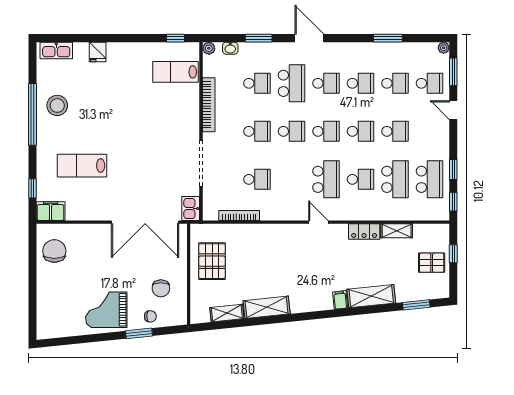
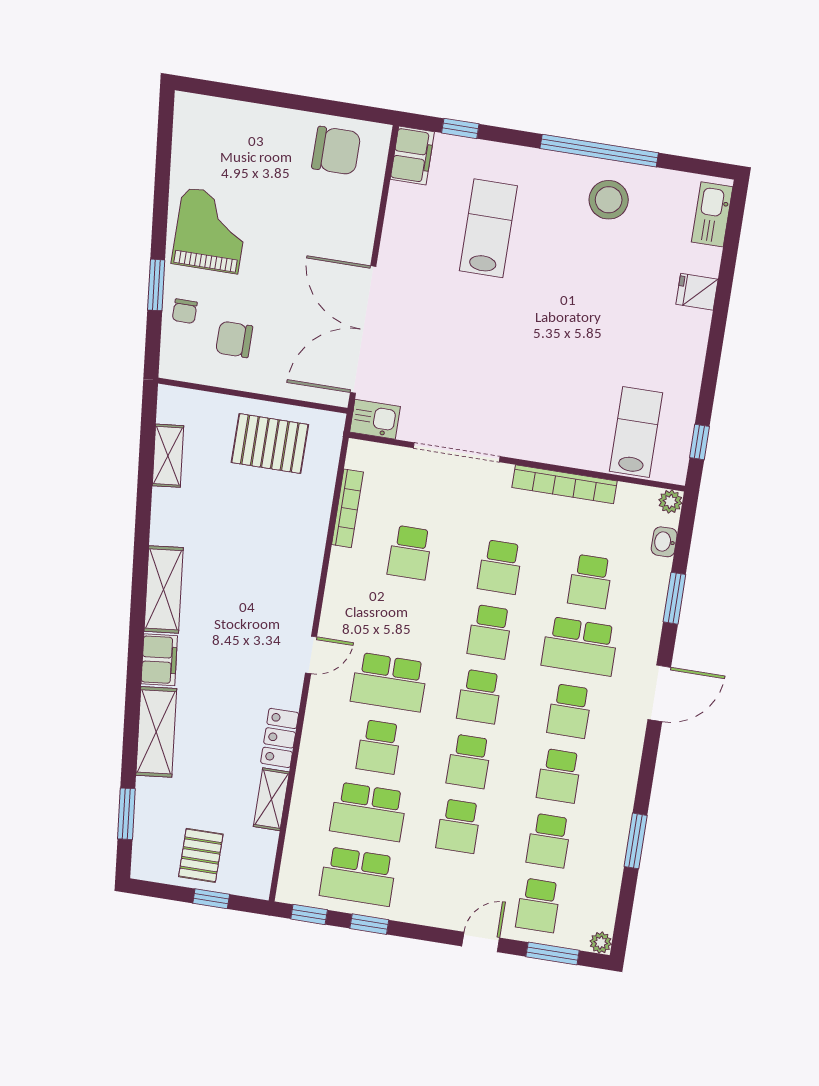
filing cabinet: (340, 300) -> (159, 660), width x2.00
shelving: (267, 307) -> (164, 589), moved

